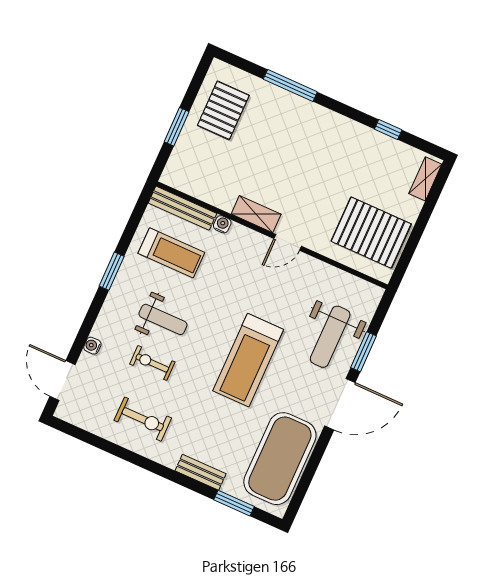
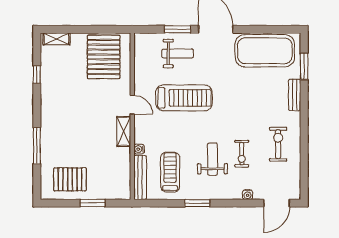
weight bench: (330, 337) -> (178, 53), width x0.73, depth x0.75
treadmill: (248, 360) -> (184, 98), moved

